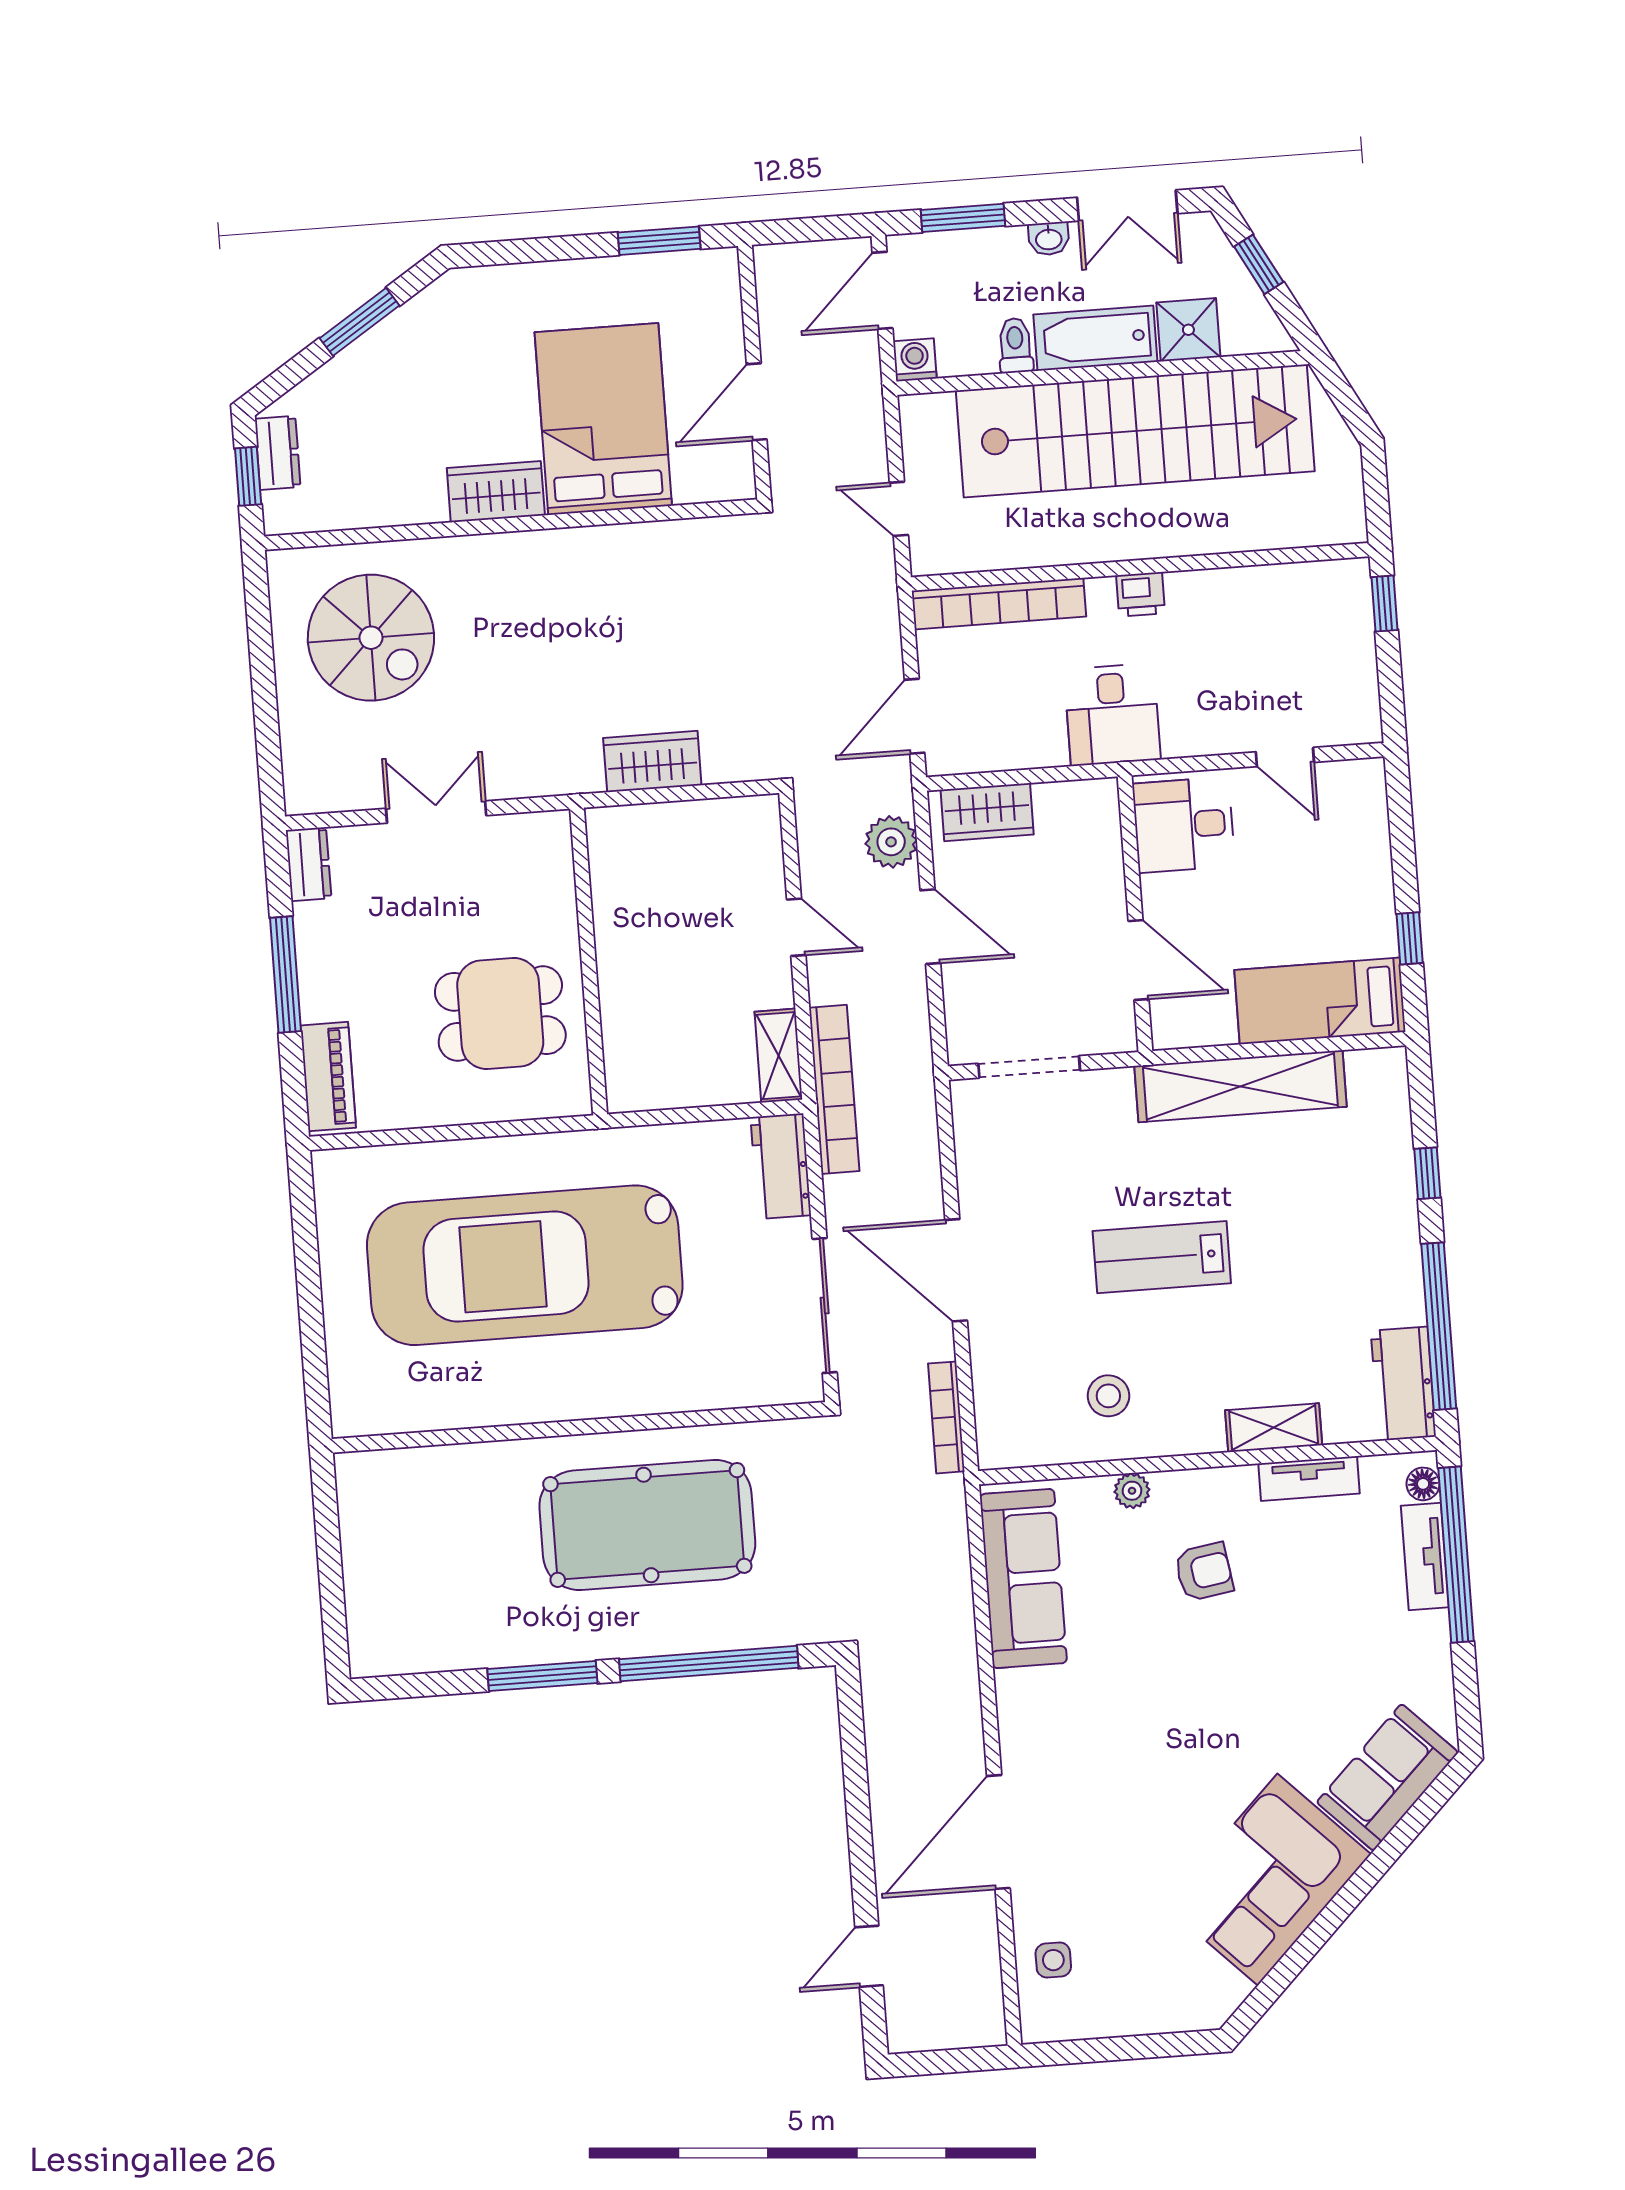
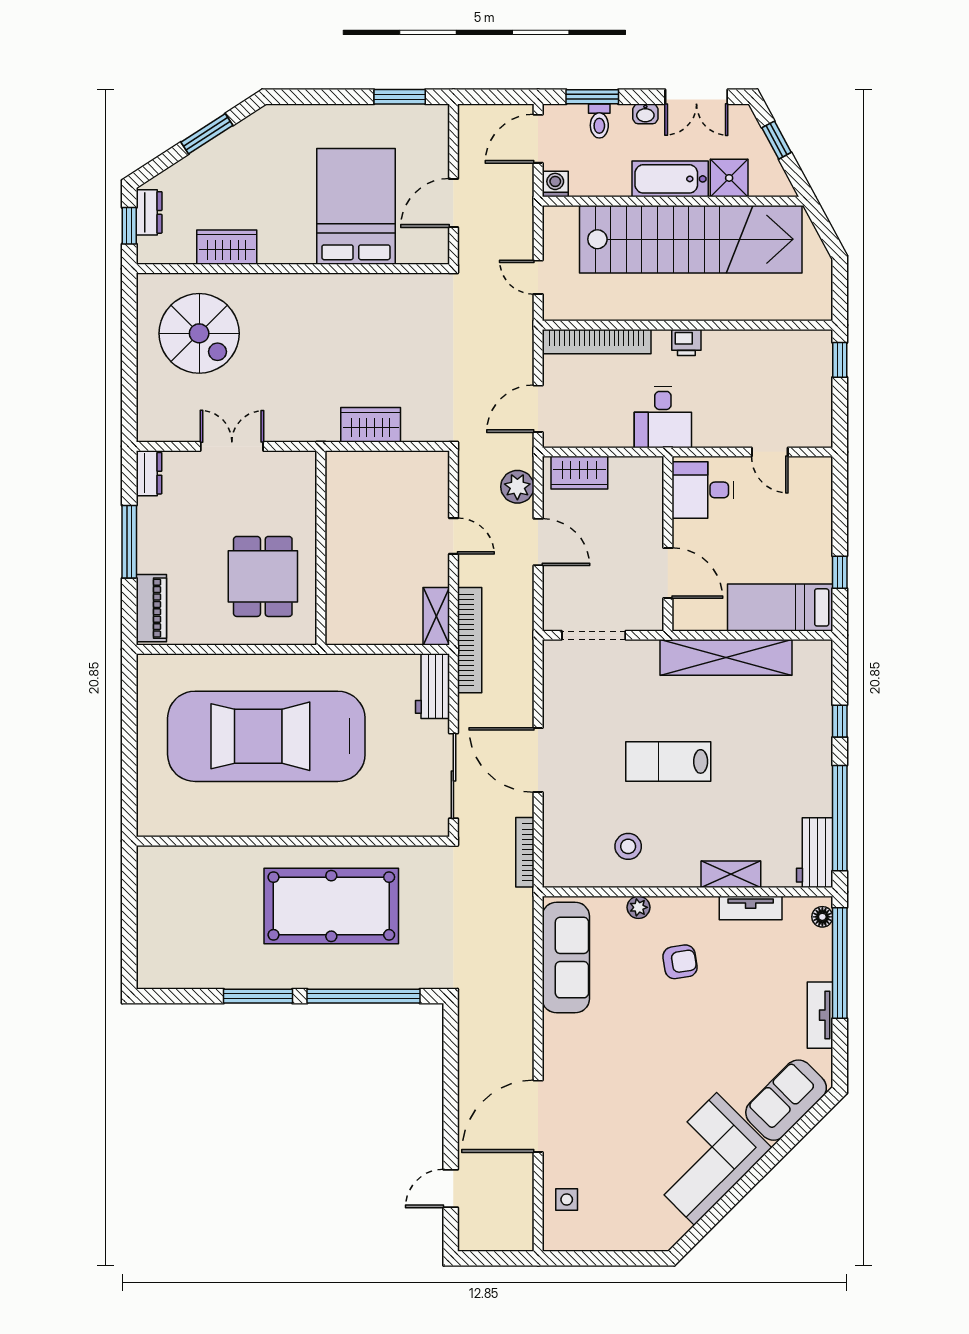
toilet: (1015, 345) -> (599, 121), moved, turned 180
wardrobe: (496, 492) -> (227, 247), moved
dining table: (500, 1013) -> (263, 576), turned 90
tv unit: (1425, 1556) -> (820, 1015), moved

